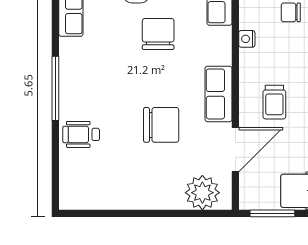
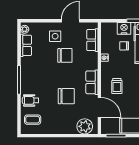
chair: (158, 34) -> (65, 55), turned 90
door: (235, 150) -> (99, 107), hinge flipped
coffee table: (86, 177) -> (33, 120), added

